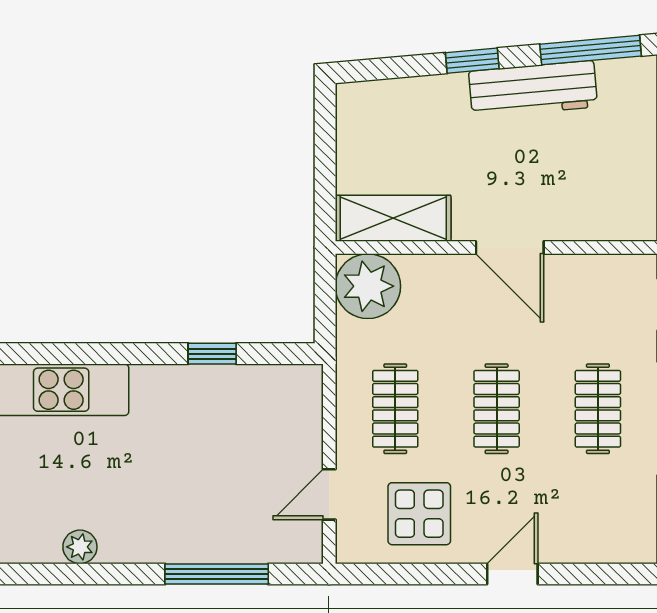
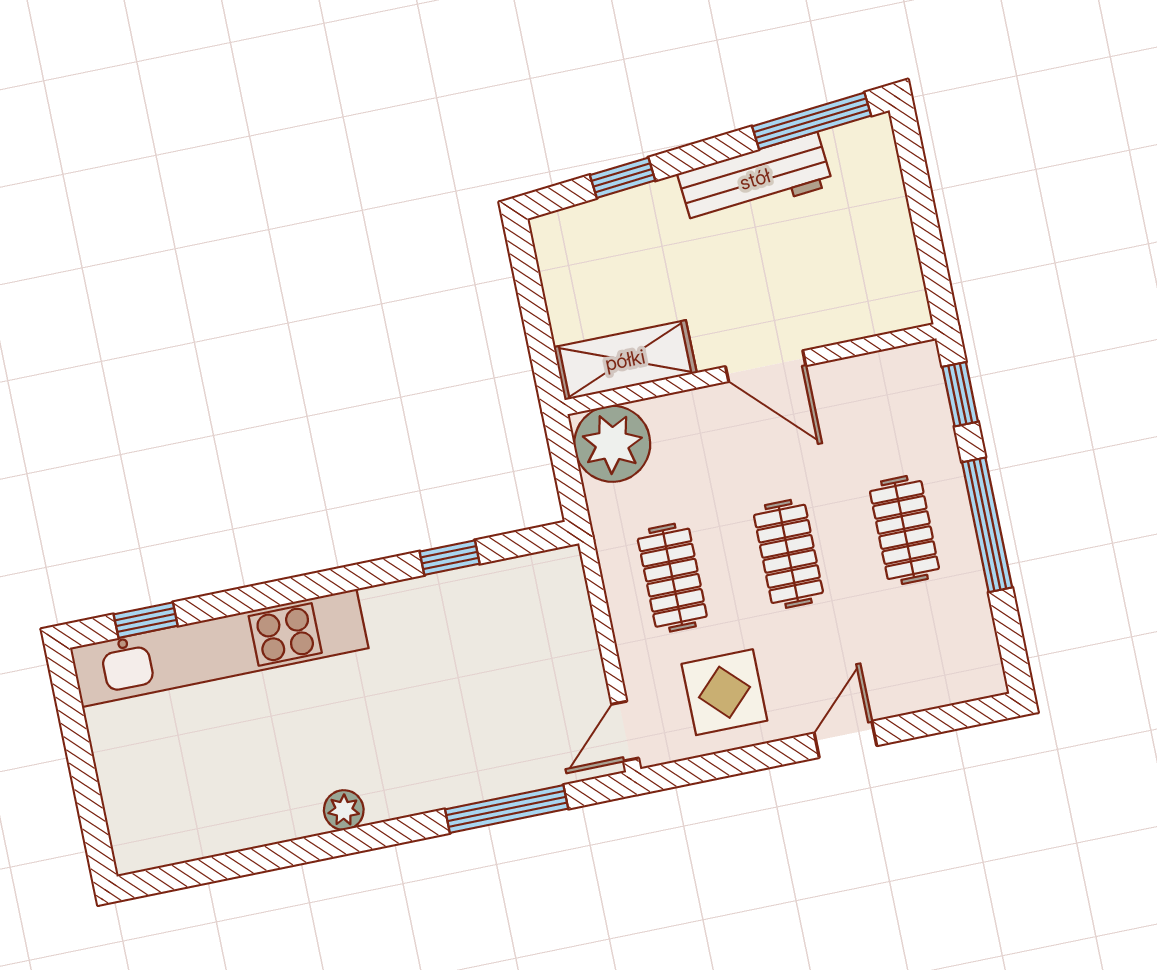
window: (472, 61) -> (623, 178), moved
door: (329, 494) -> (625, 731), moved

